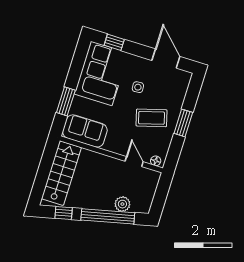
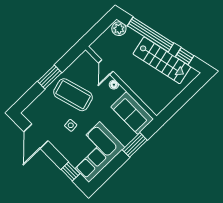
coffee table: (152, 118) -> (73, 95), width x1.36, depth x1.32
floor lamp: (156, 161) -> (114, 85), moved
stairs: (61, 173) -> (162, 60), moved, turned -103
plant: (122, 204) -> (119, 29), moved

